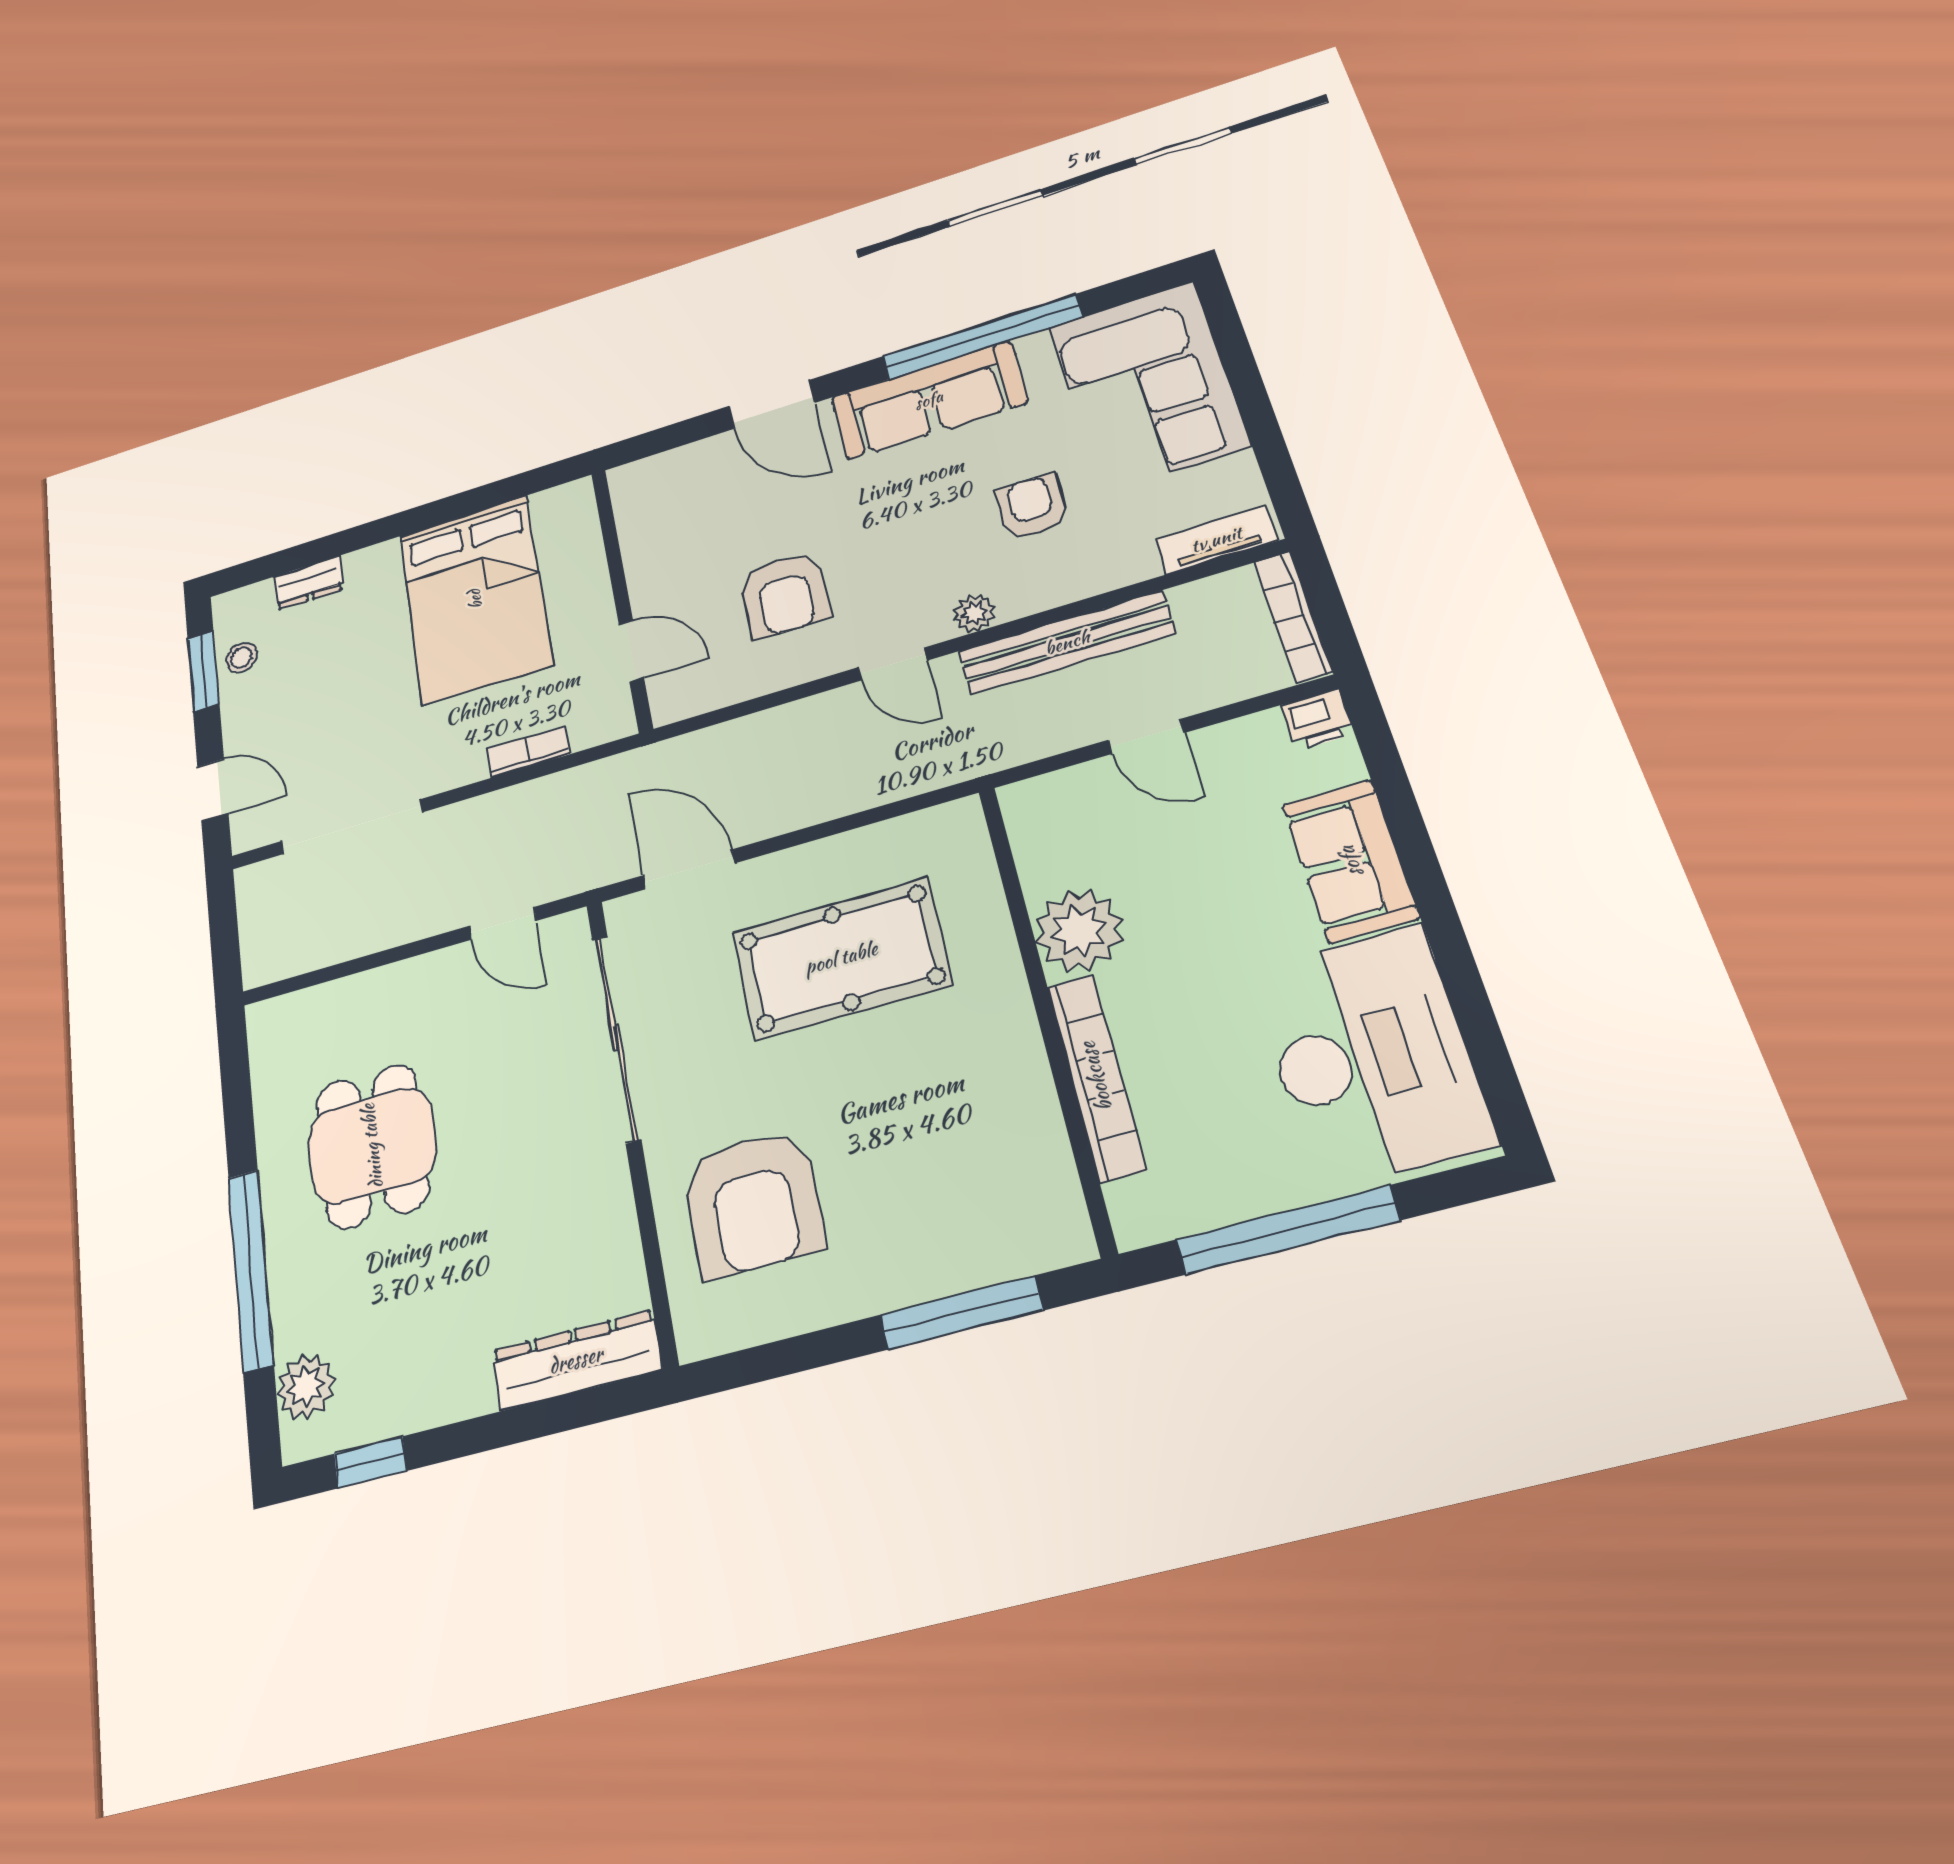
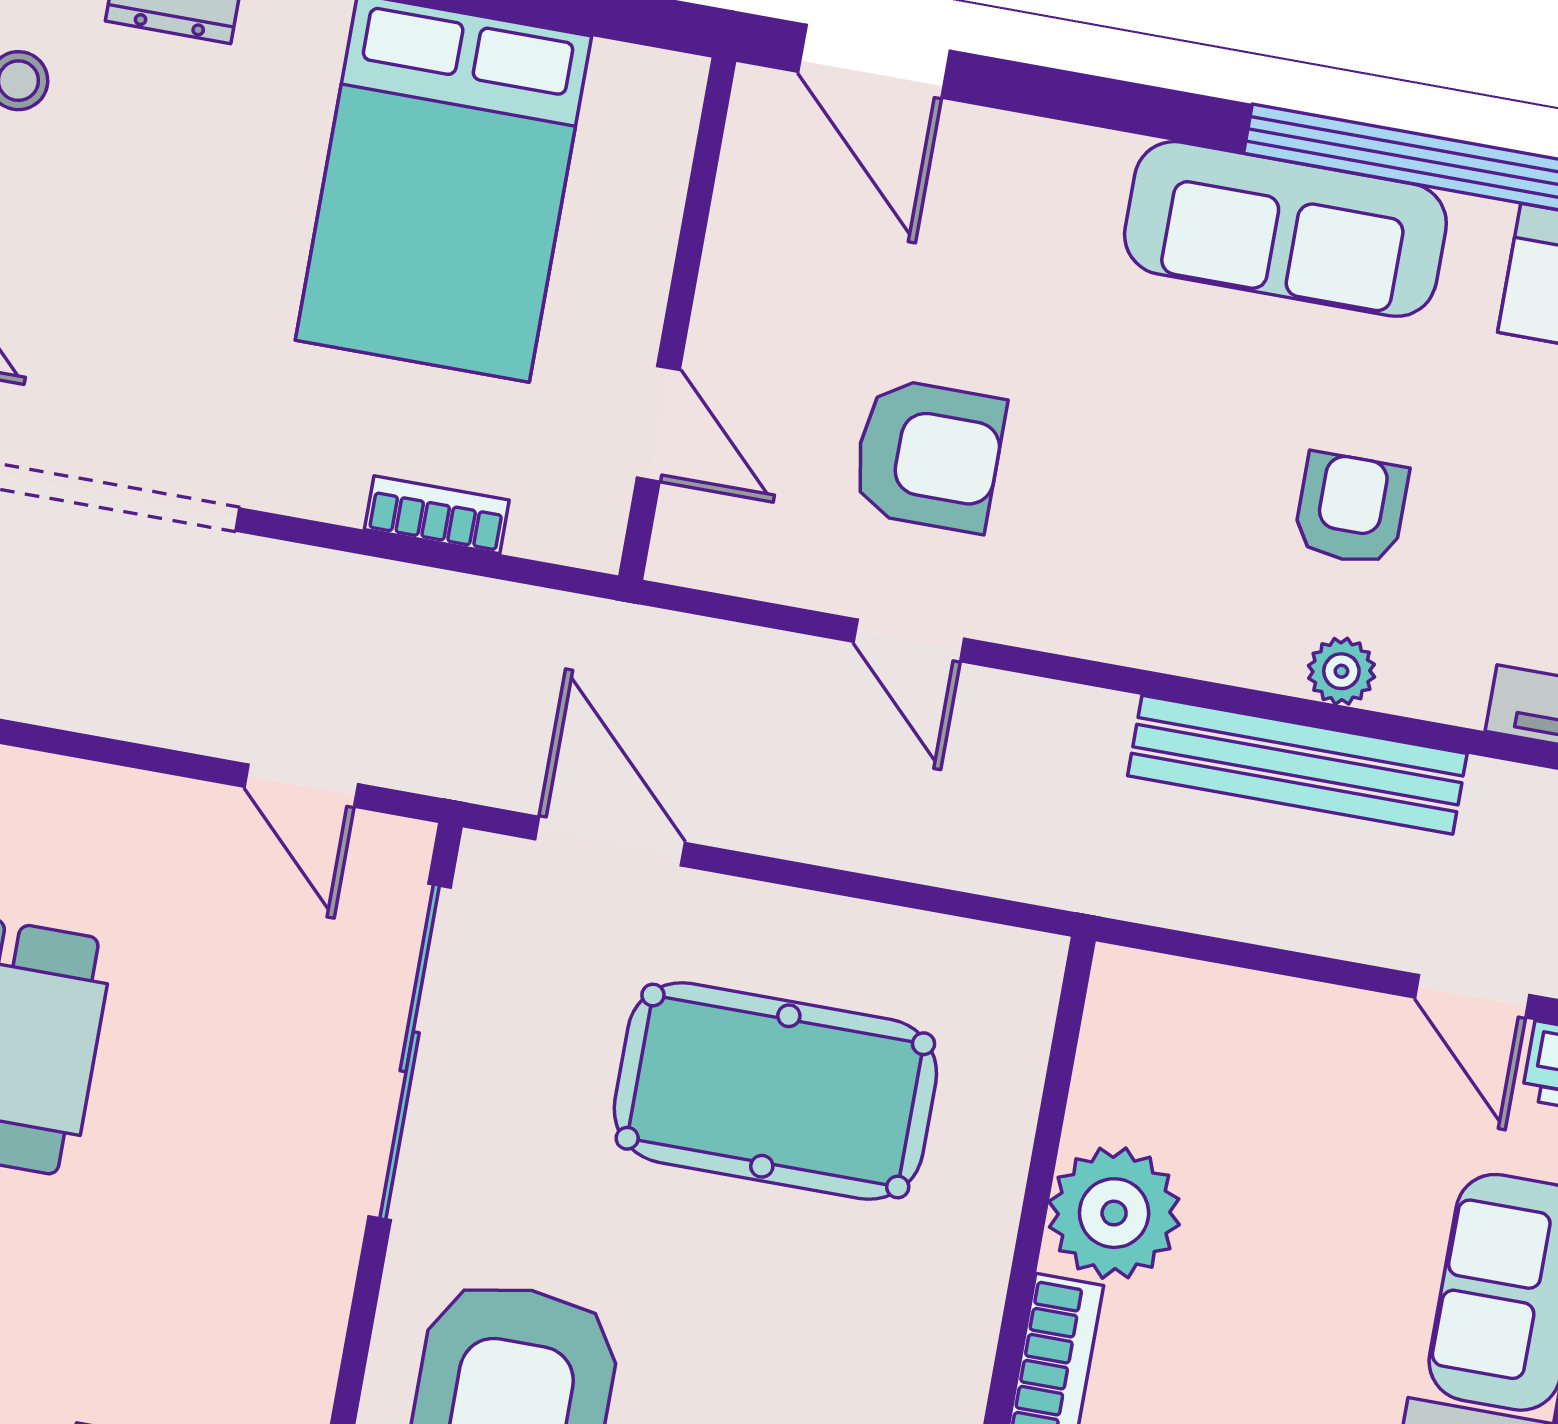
door: (772, 404) -> (874, 61), moved
armchair: (785, 595) -> (928, 455), turned -90
plant: (974, 613) -> (1341, 671), moved
door: (893, 664) -> (909, 640), moved
door: (1146, 736) -> (1472, 996), moved

